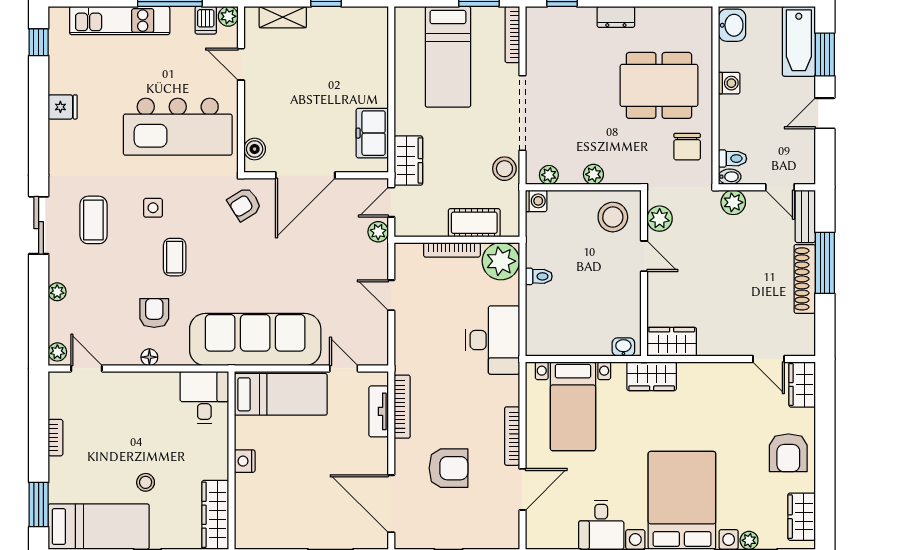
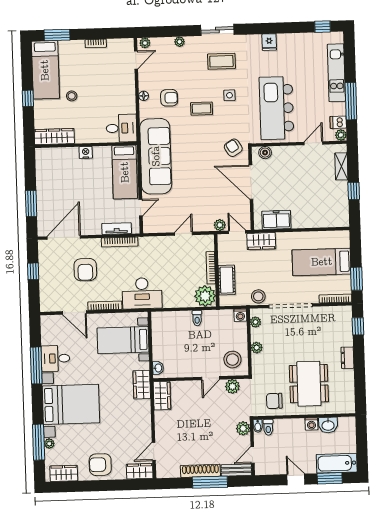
washbasin: (732, 25) -> (328, 425), moved
fridge: (63, 107) -> (269, 42), moved
desk: (493, 340) -> (142, 293), moved

